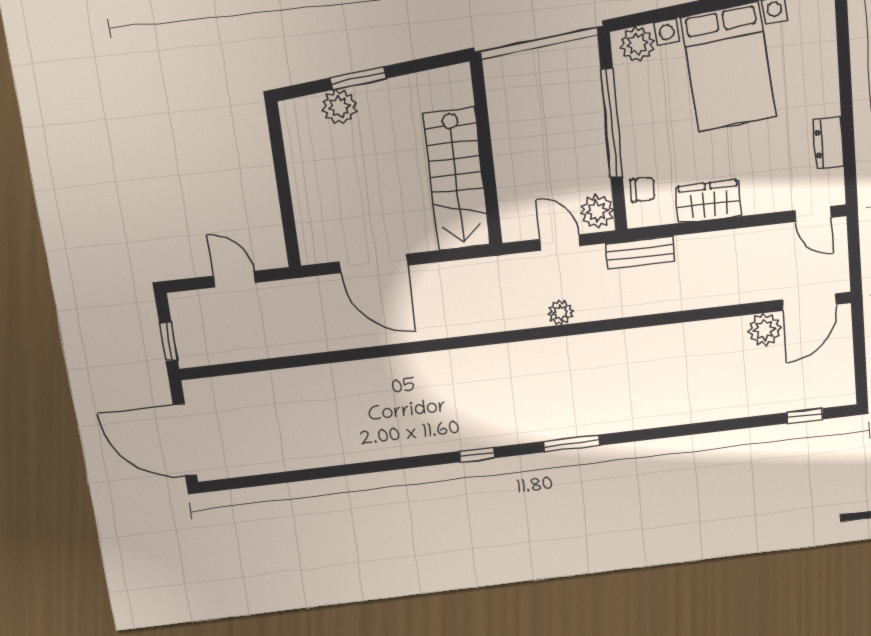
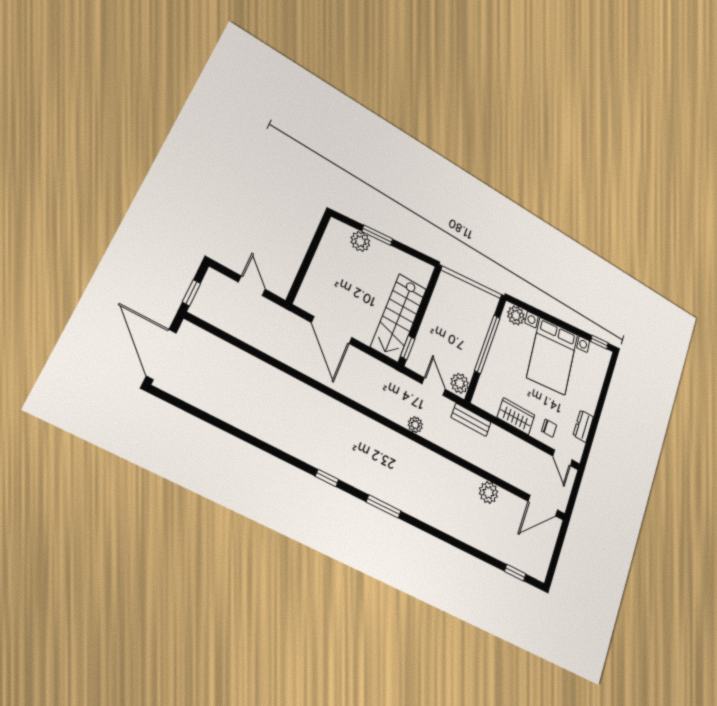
chair: (642, 190) -> (549, 428), moved
window: (493, 214) -> (408, 348), added
plant: (765, 330) -> (488, 493), moved

